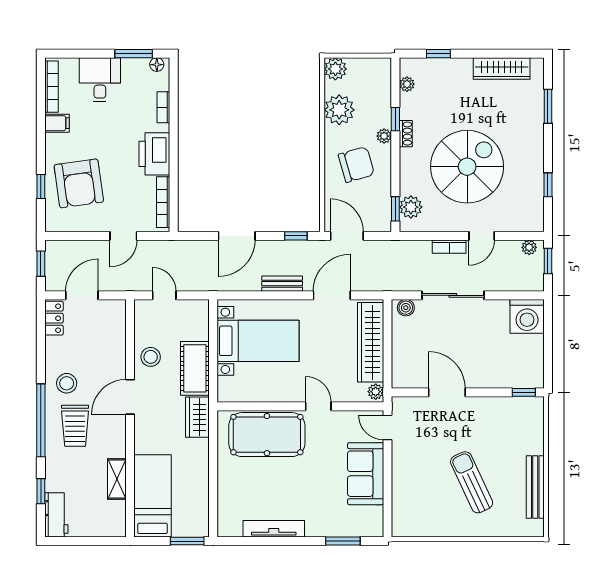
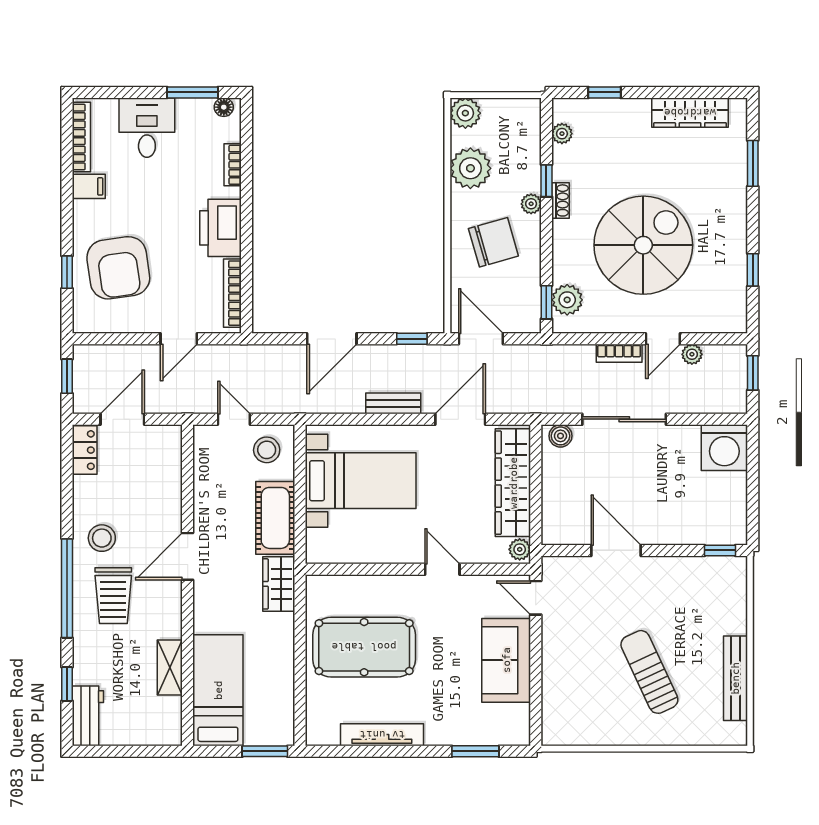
plant: (529, 247) -> (692, 354), moved
stool: (151, 357) -> (267, 450), moved
pool table: (267, 435) -> (364, 647), moved

